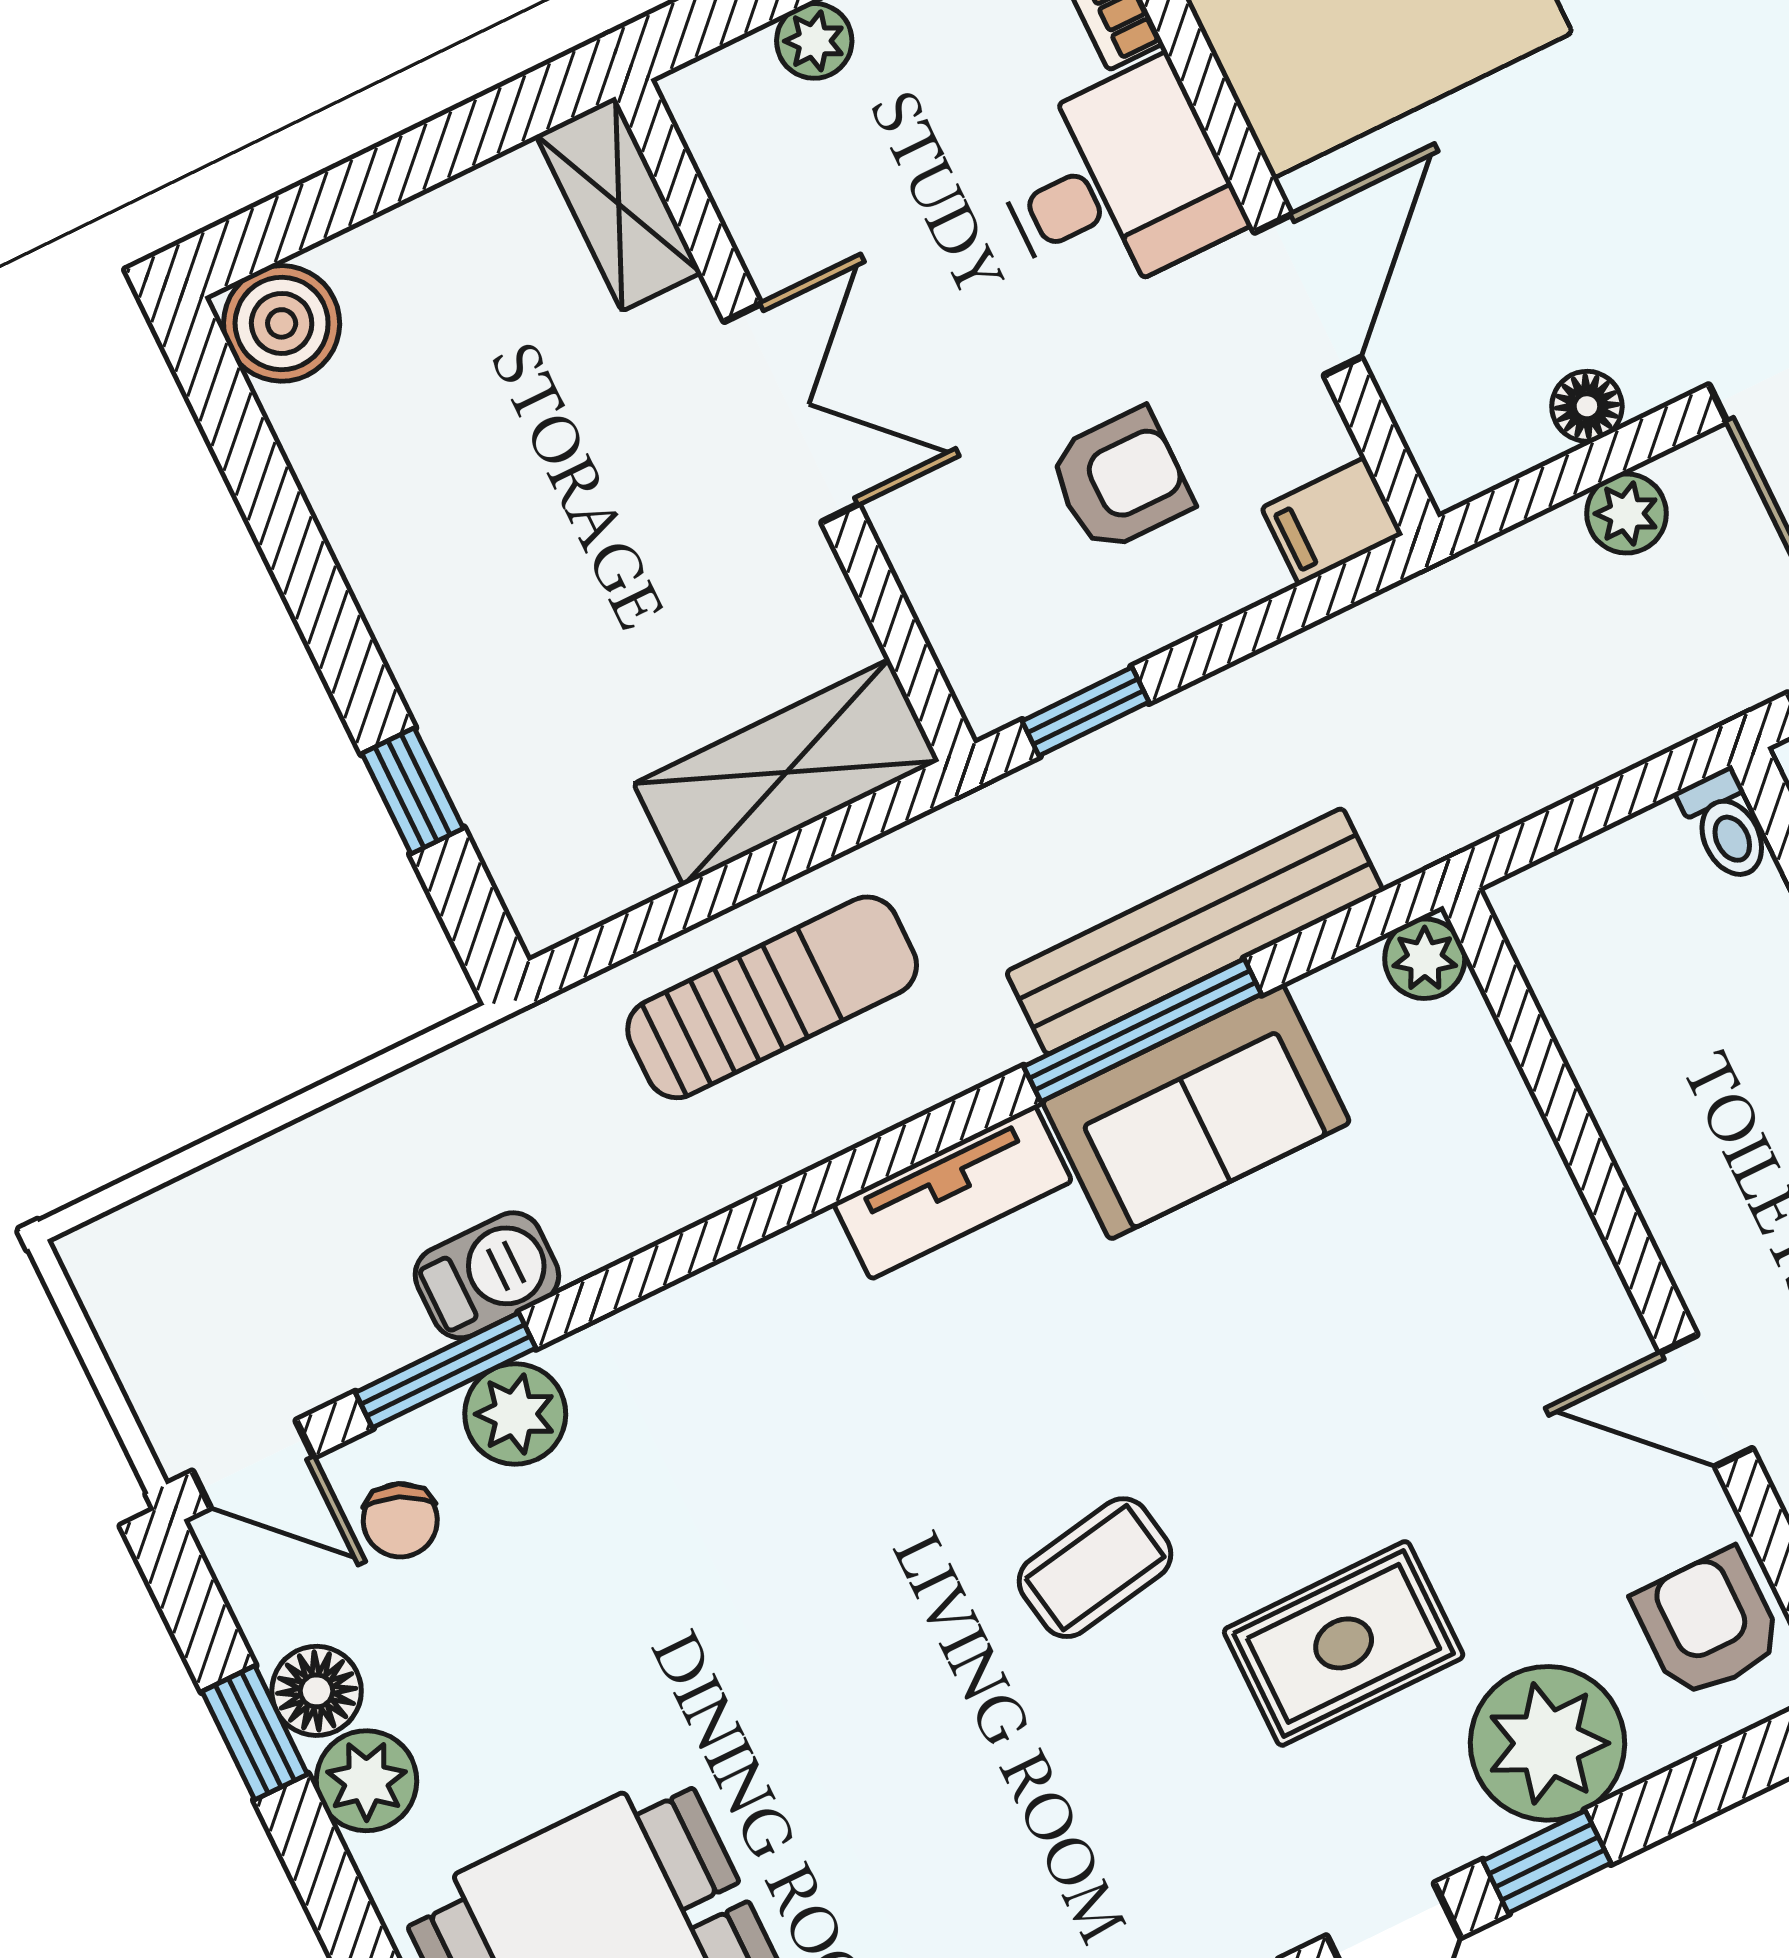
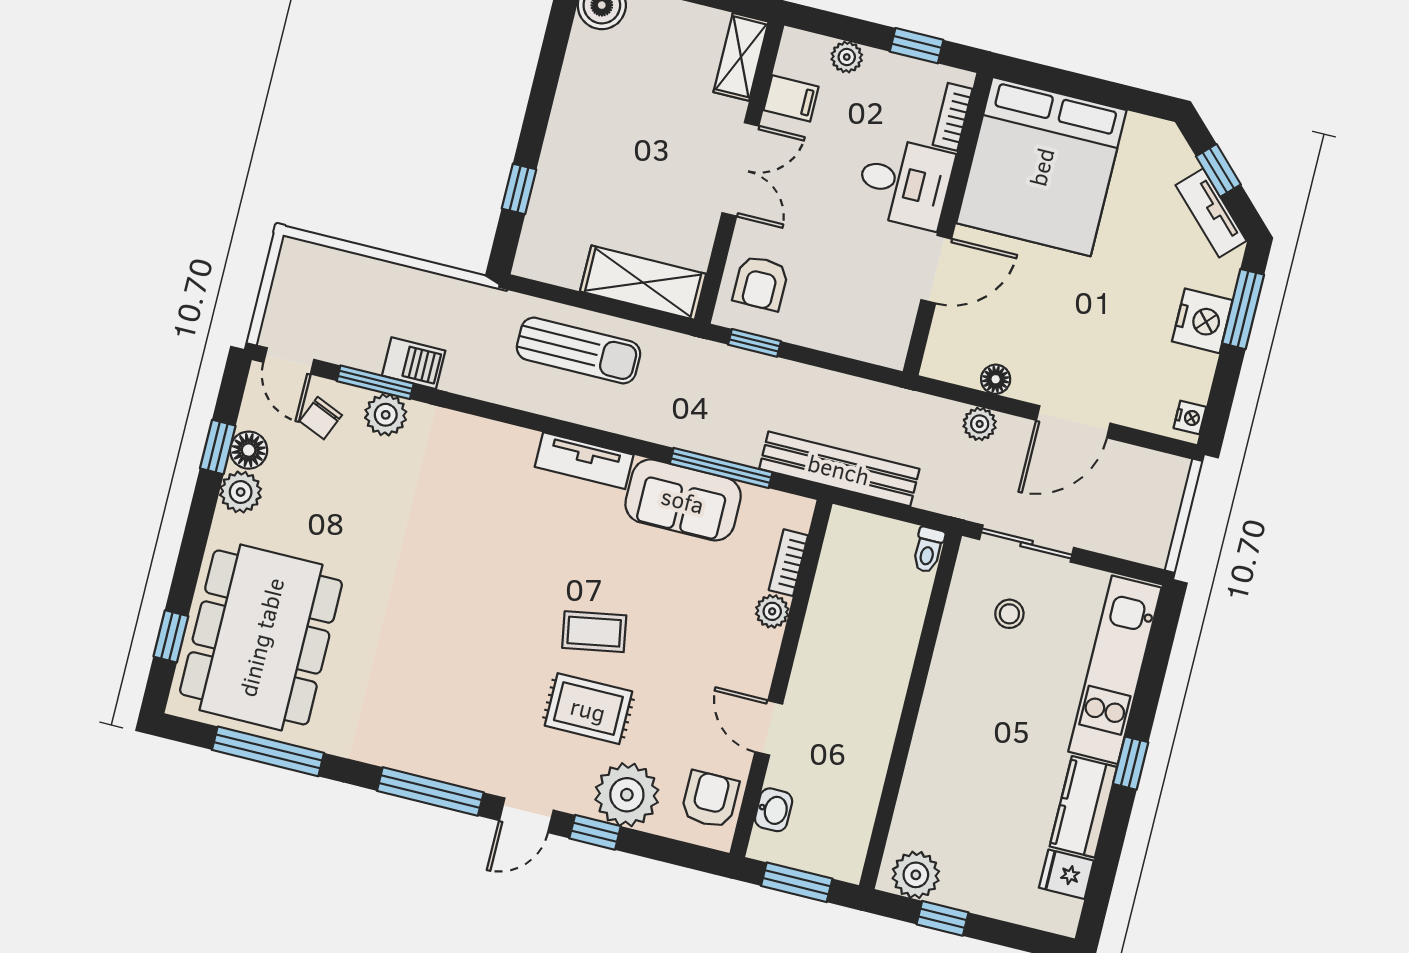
armchair: (1120, 480) -> (761, 283), moved, turned 90
filing cabinet: (1332, 521) -> (791, 98), moved, turned 180
bench: (1195, 931) -> (839, 469), moved
plant: (1425, 959) -> (772, 611), moved
window: (1143, 1030) -> (721, 468), moved
bookcase: (1487, 1065) -> (788, 563), added
coffee table: (1095, 1568) -> (594, 632), moved

